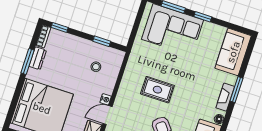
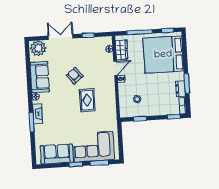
sofa: (233, 52) -> (57, 154), moved, turned -90
rug: (157, 90) -> (87, 100), turned 90

